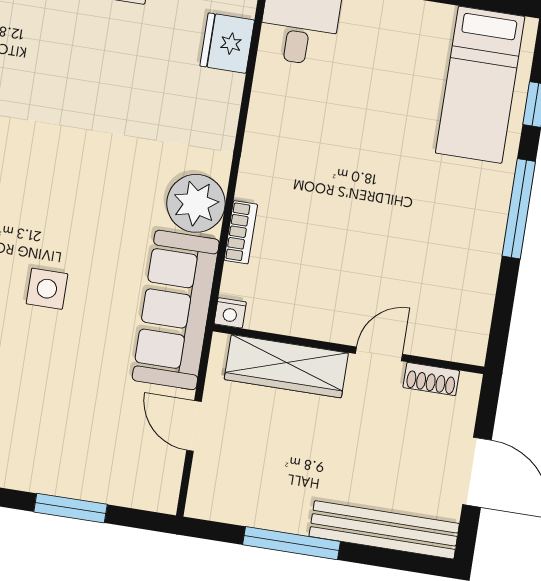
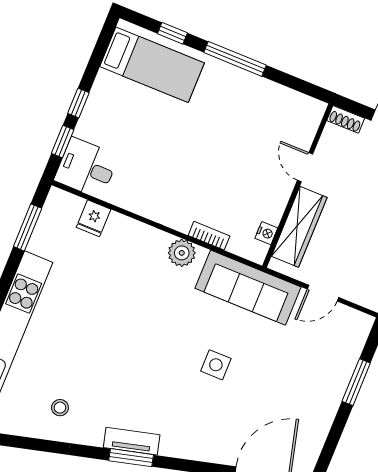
fridge: (227, 43) -> (93, 218), width x0.72
plant: (196, 203) -> (182, 253), width x0.73, depth x0.73
nightstand: (230, 313) -> (266, 233), moved
shoe rack: (431, 379) -> (346, 119), moved, turned 90

